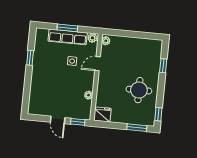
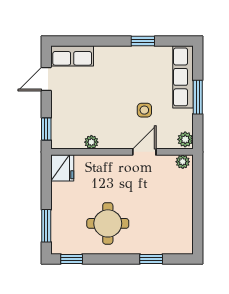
row of seats: (68, 37) -> (183, 77), moved
door: (98, 64) -> (144, 152), hinge flipped
row of seats: (35, 102) -> (72, 56), added
door: (58, 120) -> (46, 79), moved

